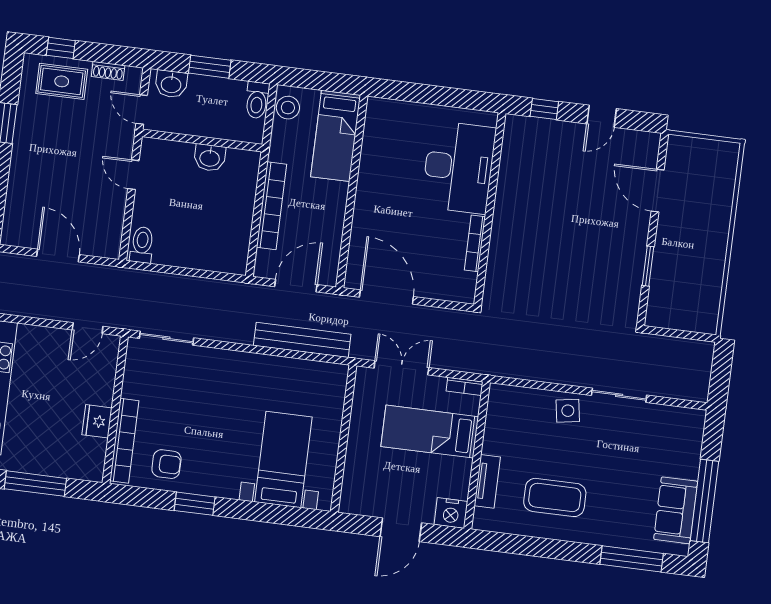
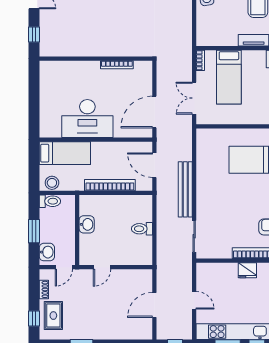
desk: (459, 167) -> (87, 119), moved, turned 180
toilet: (142, 245) -> (142, 229), moved
door: (88, 328) -> (194, 300), moved
bench: (302, 340) -> (185, 189), moved

